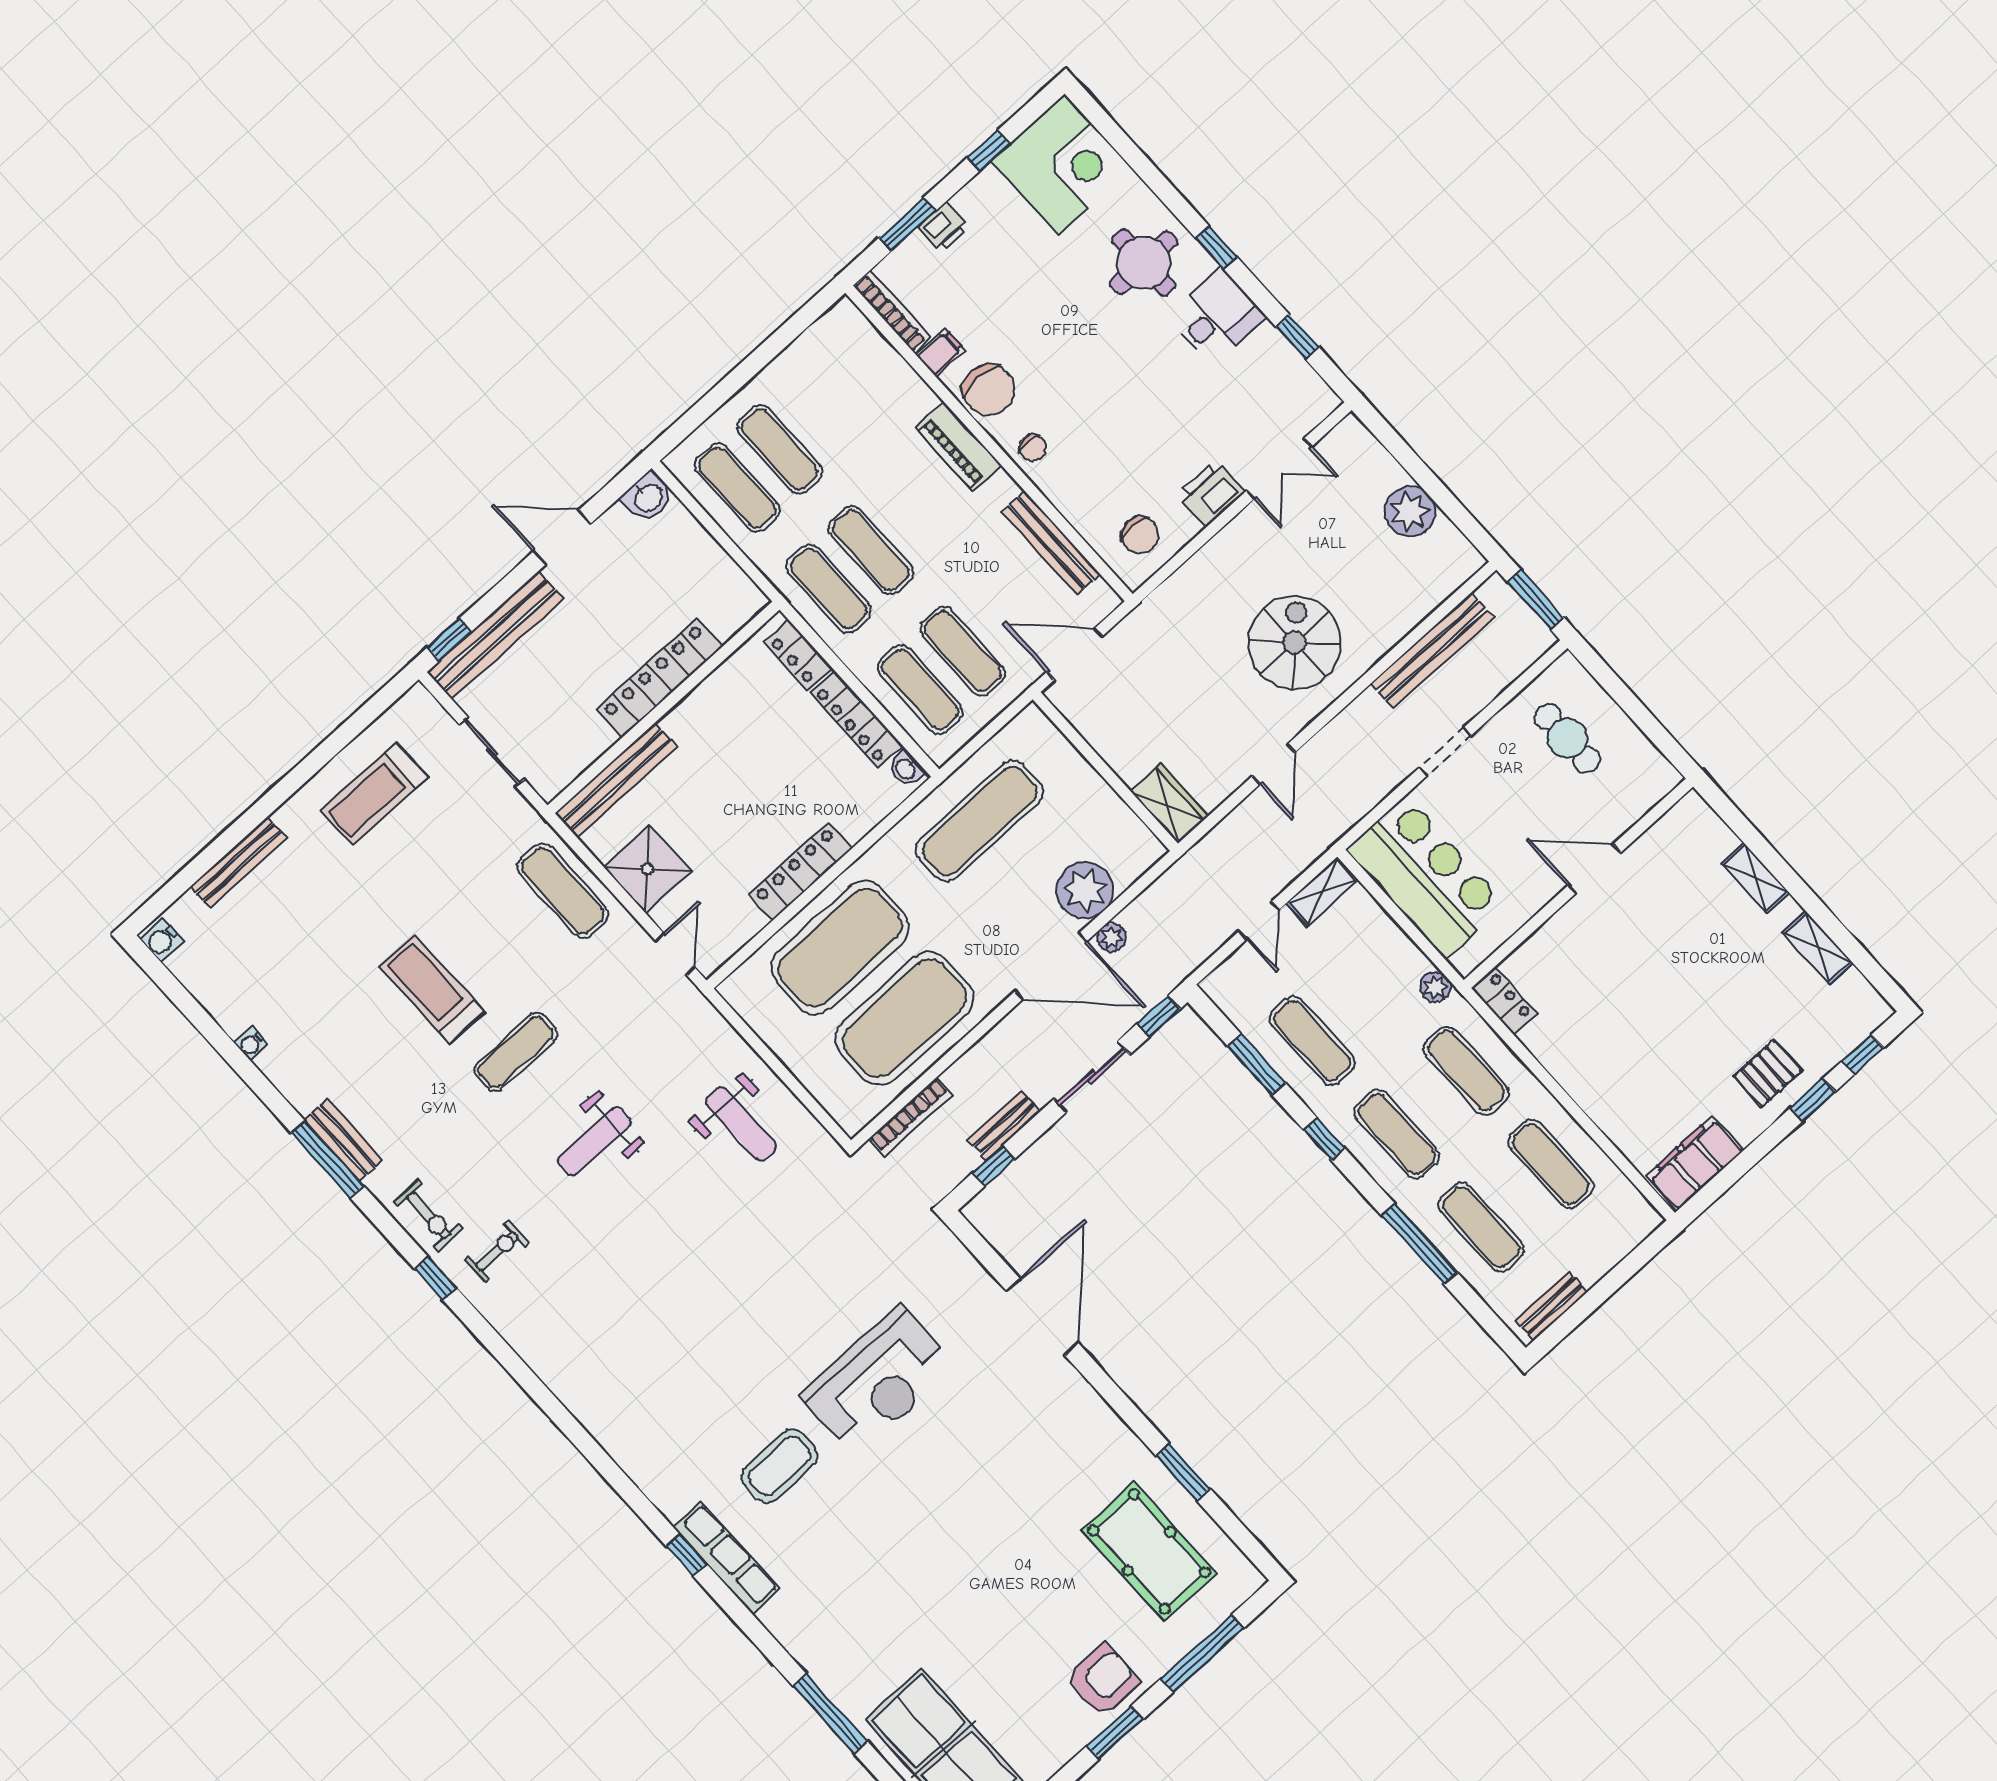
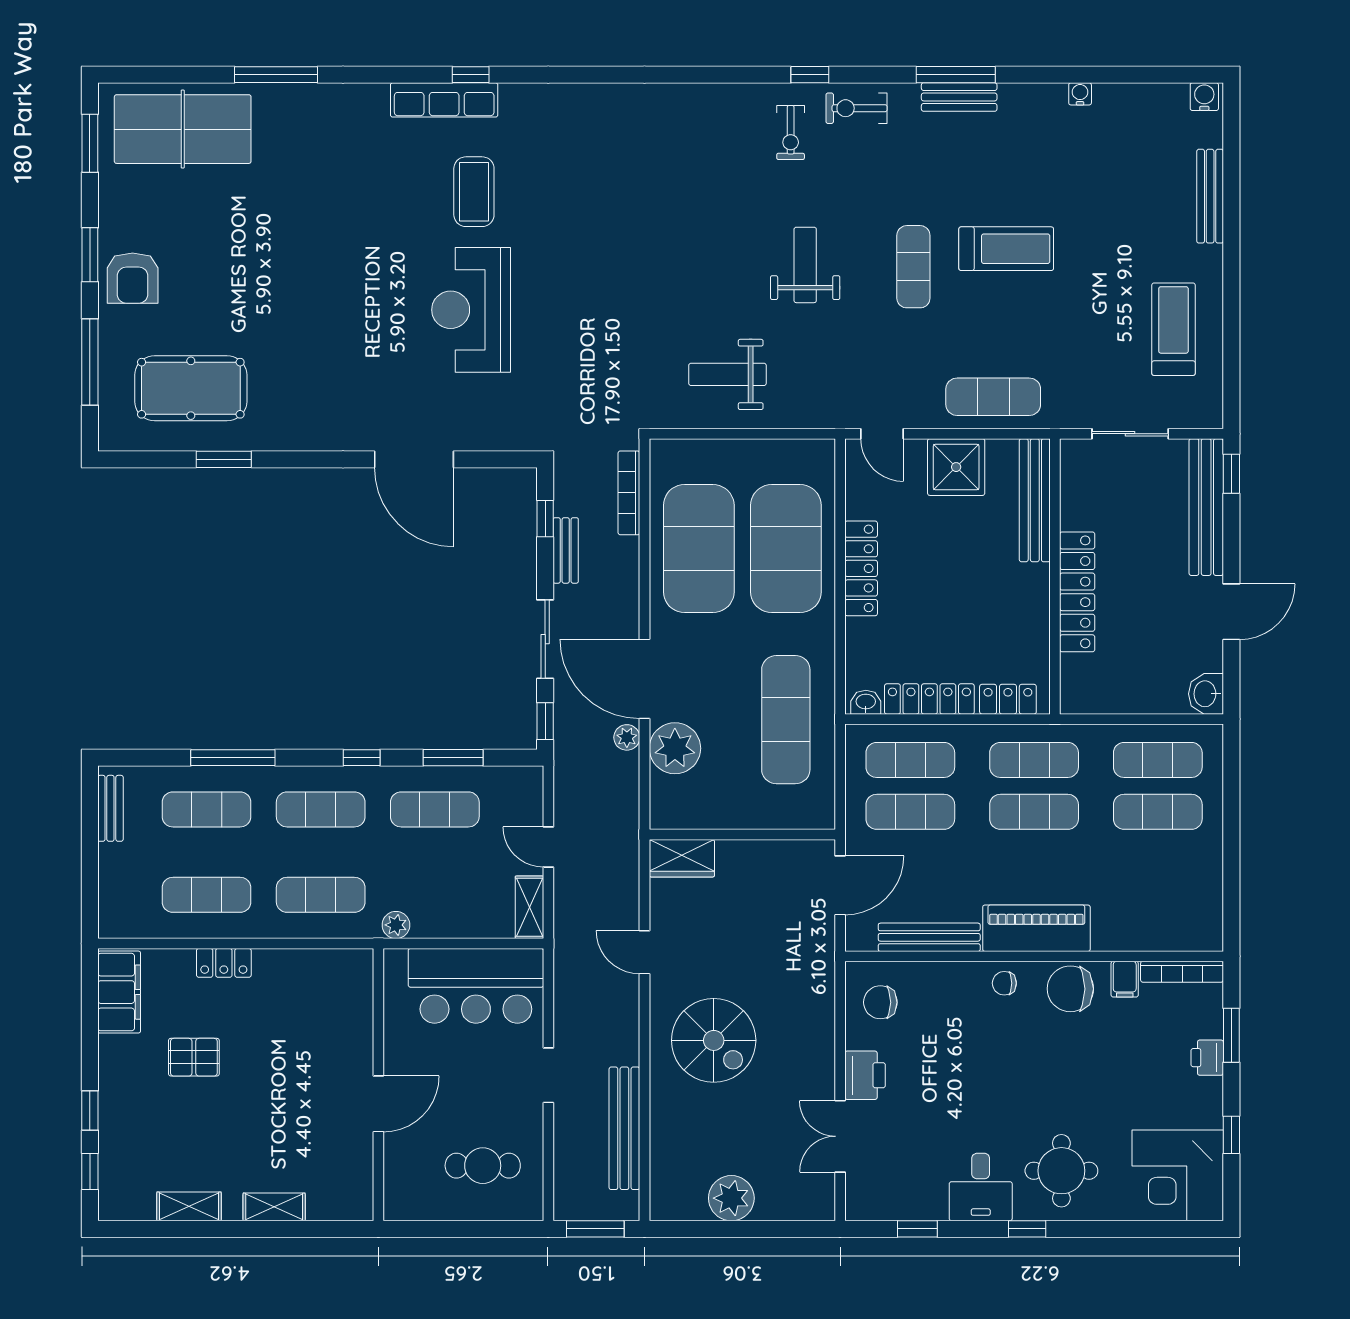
piano: (958, 446) -> (1036, 928), width x1.37, depth x1.33
door: (1051, 966) -> (645, 679), hinge flipped
locker: (1504, 1001) -> (224, 963), moved
pallet: (1768, 1073) -> (194, 1057), moved, turned 90

